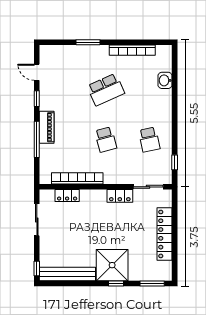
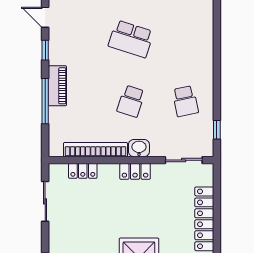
washbasin: (165, 80) -> (139, 148), moved, turned 90
school desk: (106, 90) -> (131, 39), turned 42
school desk: (106, 140) -> (131, 101), turned 33
locker: (120, 196) -> (135, 171), moved

